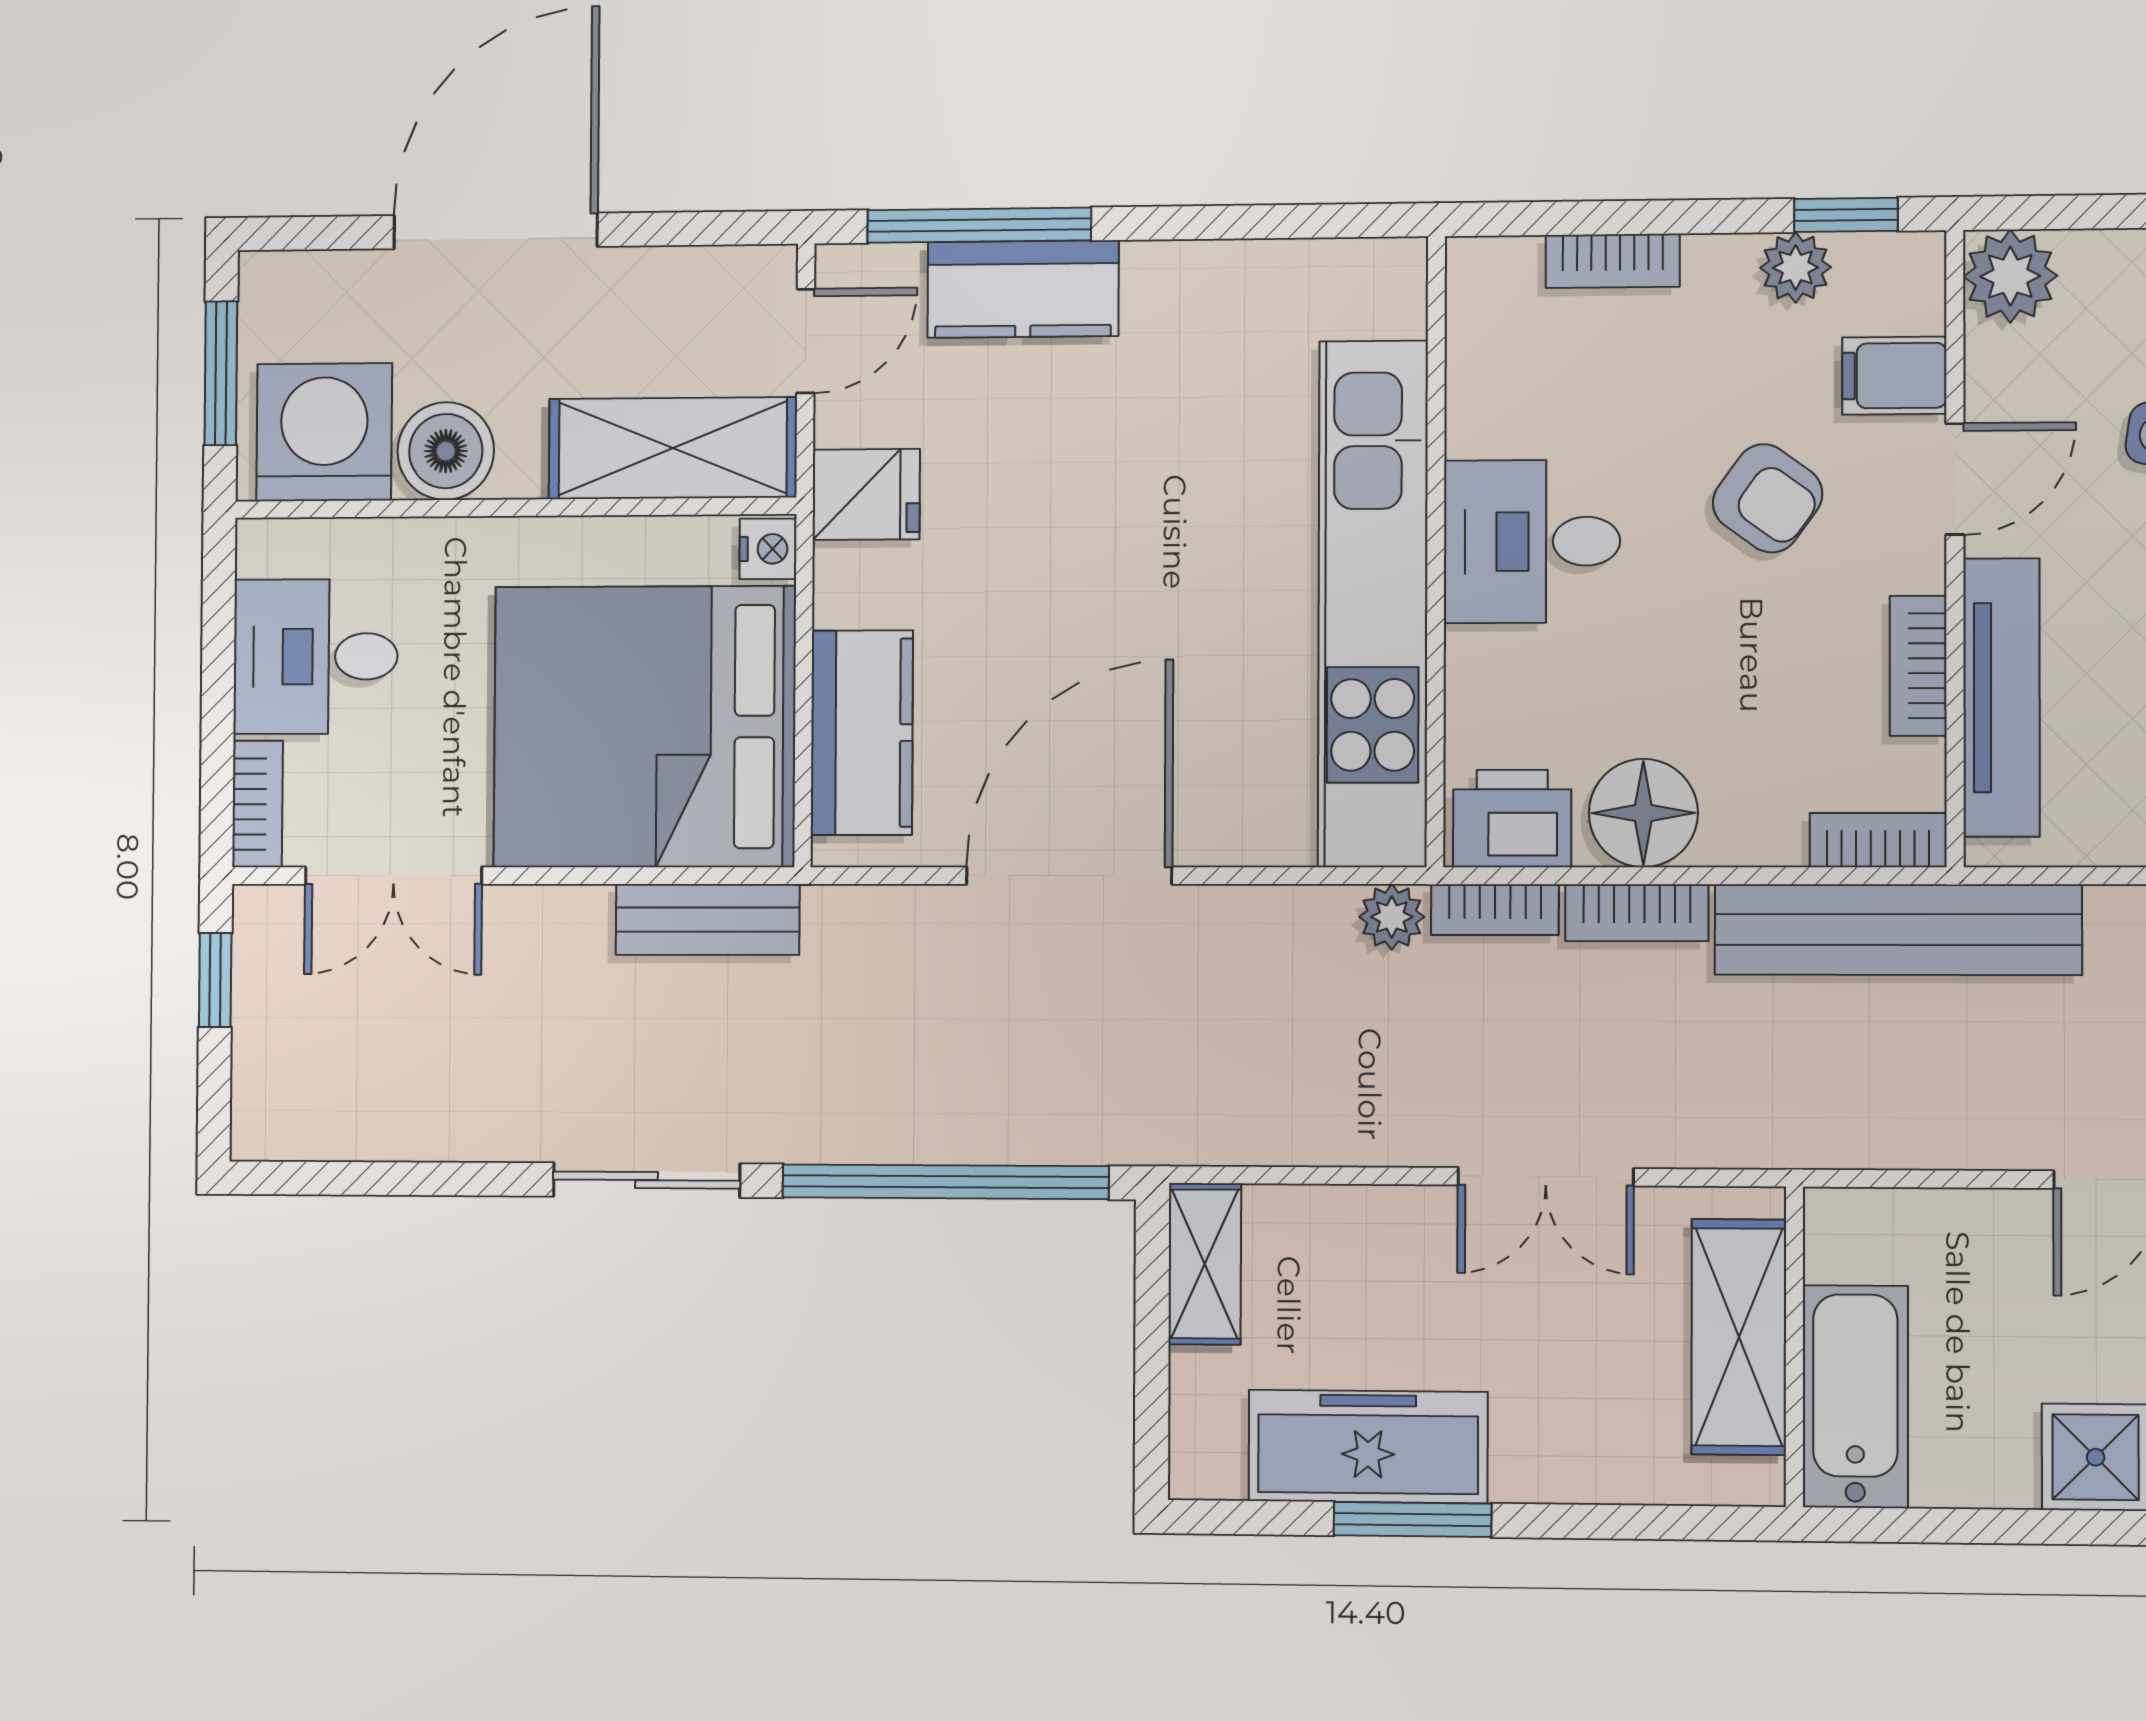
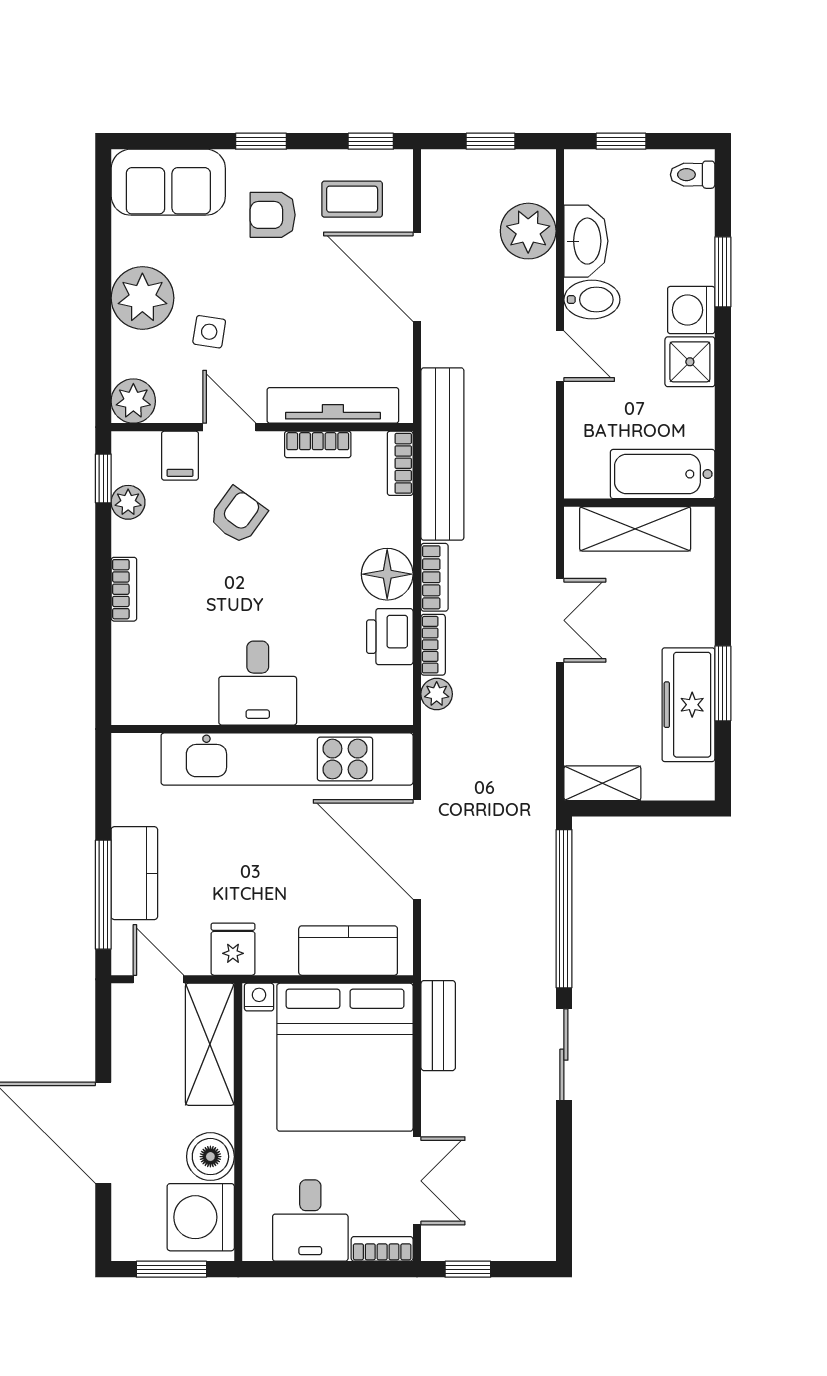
desk: (1532, 542) -> (258, 683), moved
wall: (1436, 551) -> (262, 729), moved
kitchen unit: (1373, 604) -> (287, 759), moved

